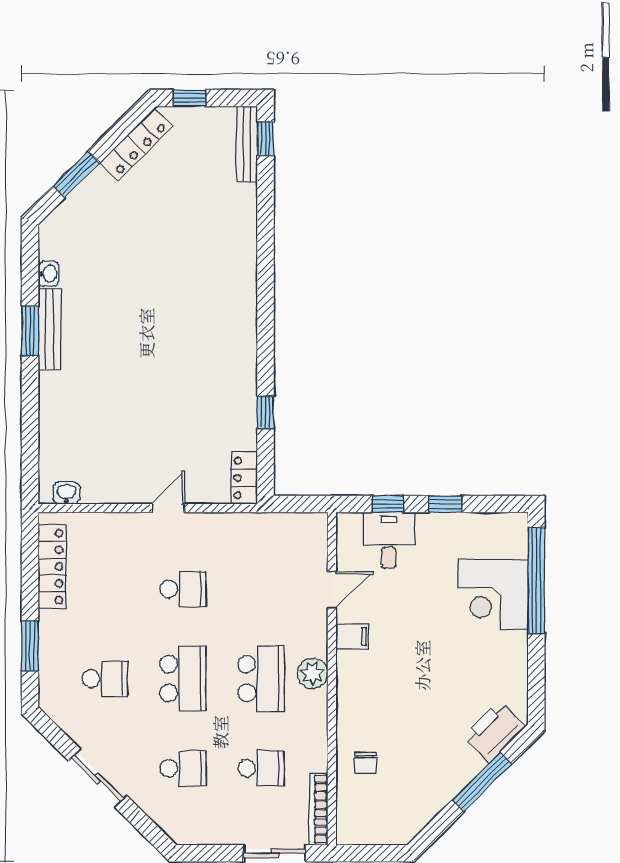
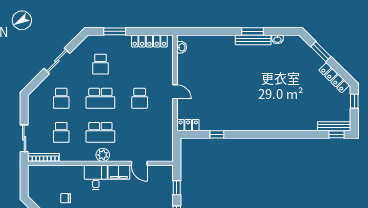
desk: (389, 540) -> (96, 177), moved, turned -90
filing cabinet: (352, 636) -> (119, 172), width x2.00
chair: (366, 763) -> (66, 198), moved

